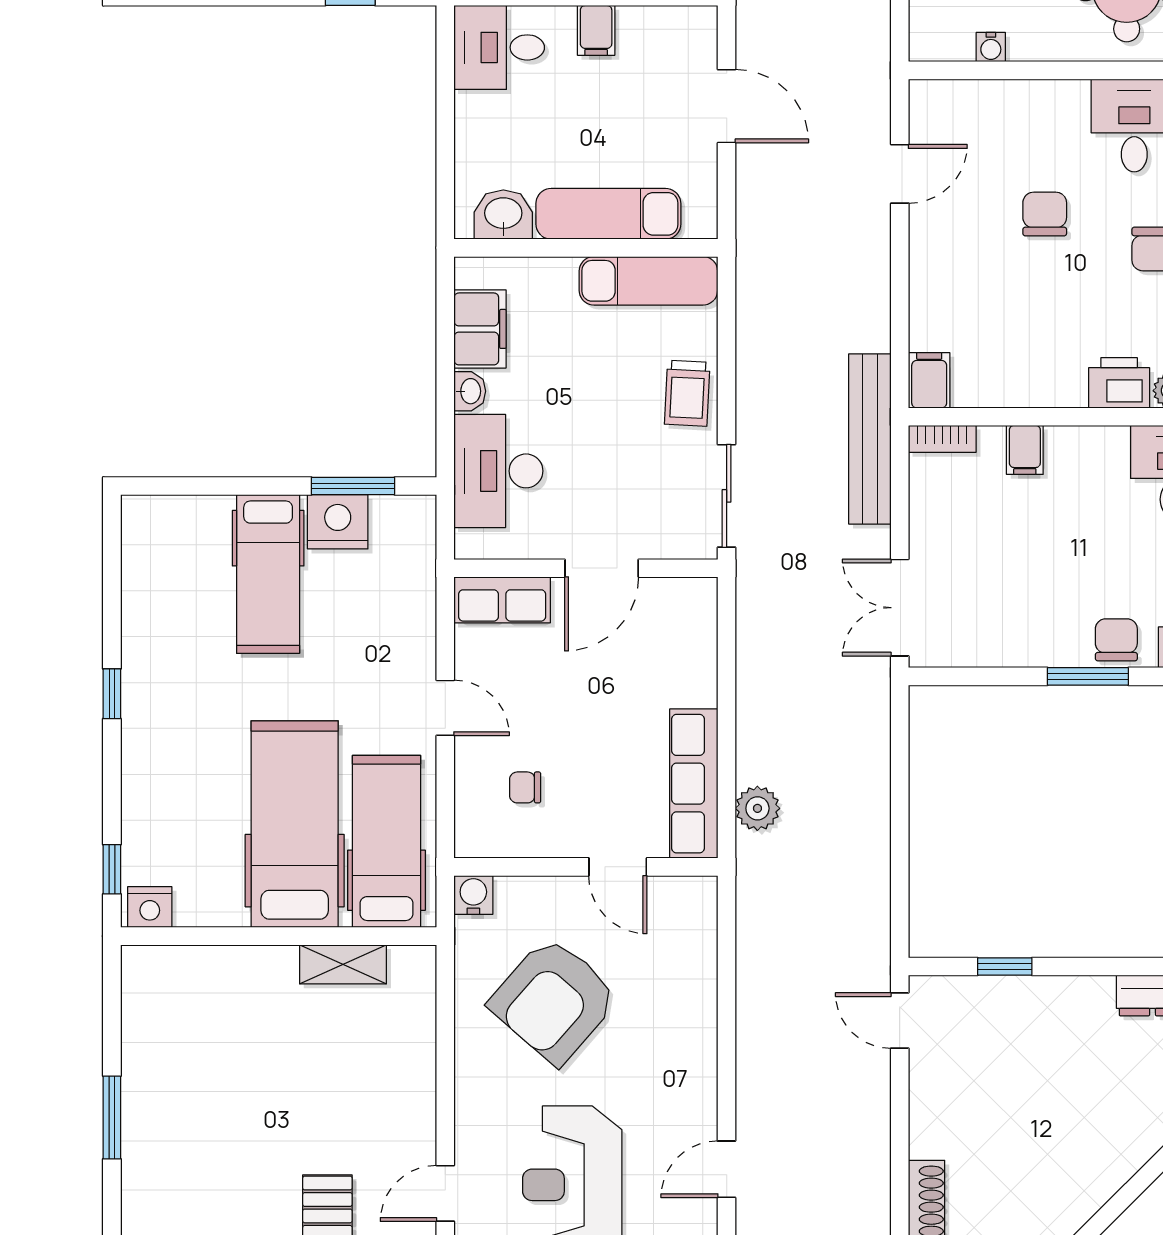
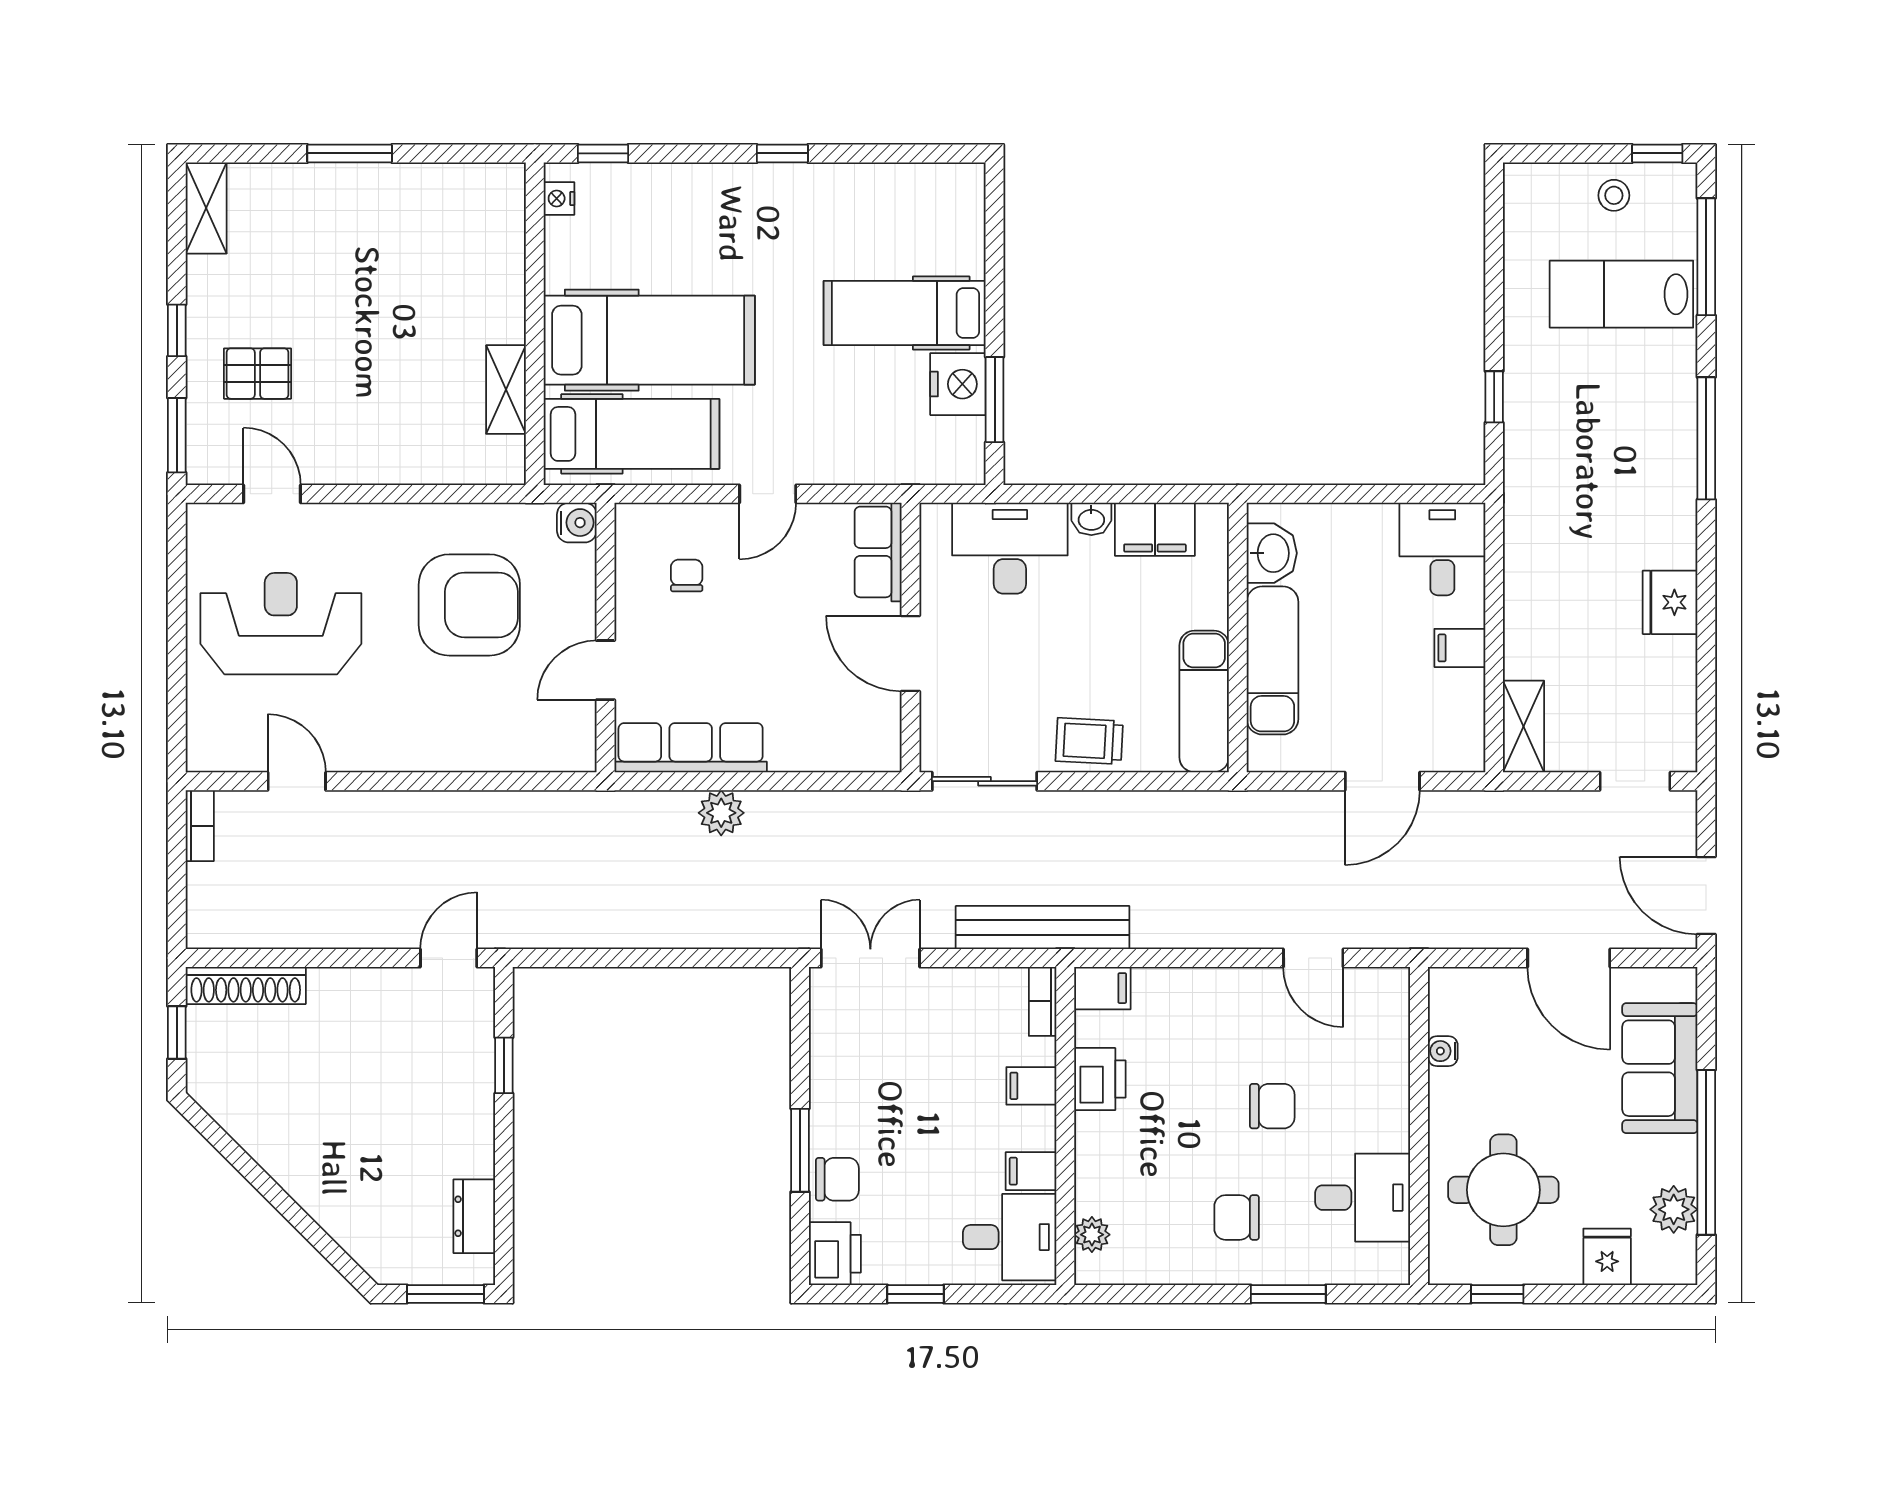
printer: (1119, 383) -> (1100, 1079), moved
filing cabinet: (1108, 450) -> (1031, 1171), added
plant: (757, 808) -> (721, 813), moved
nightstand: (150, 907) -> (559, 198), width x0.72, depth x0.74
armchair: (554, 1000) -> (469, 605), turned 139

